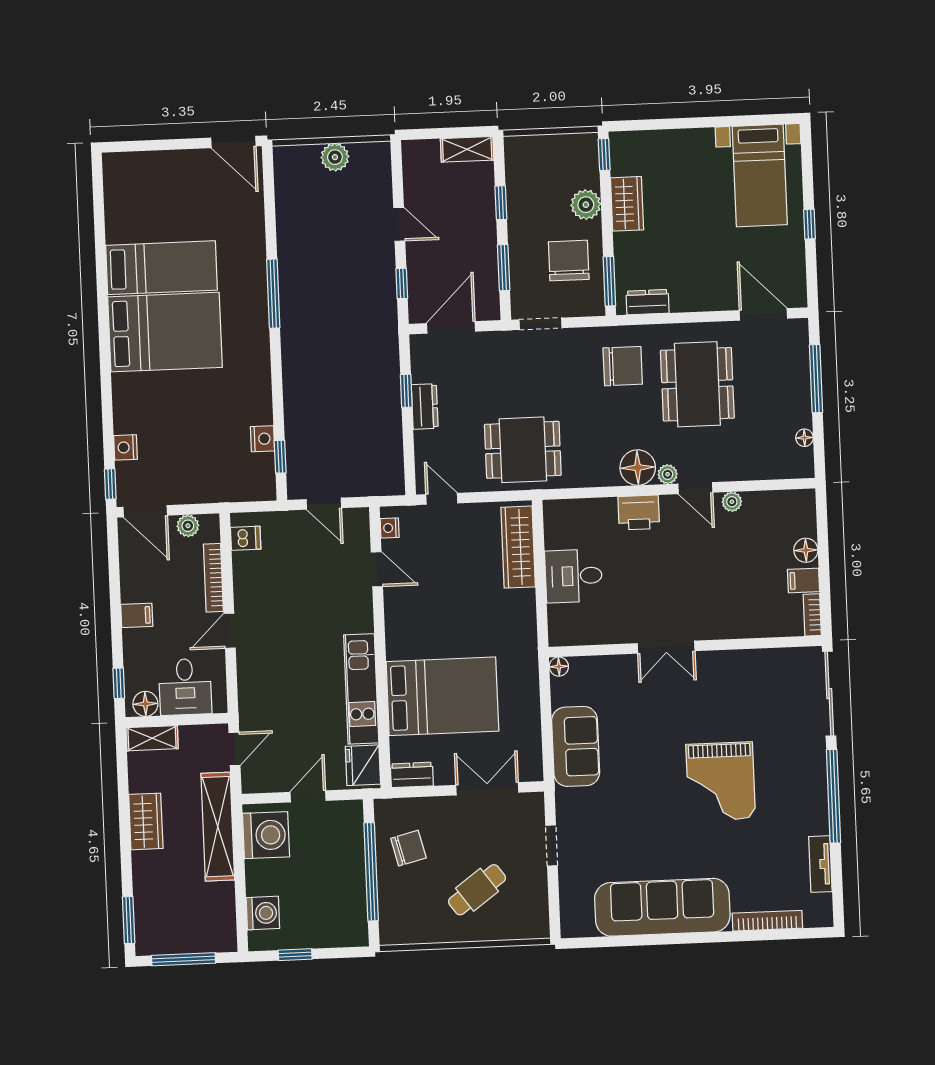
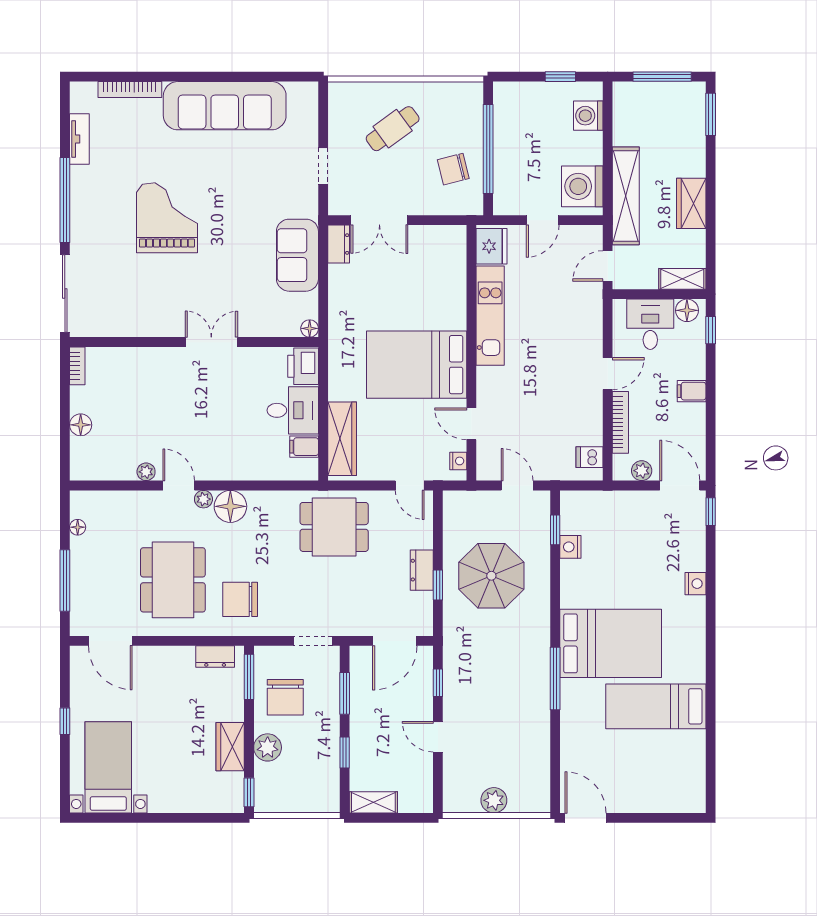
bed: (165, 332) -> (611, 643), moved, turned 180
parasol: (348, 403) -> (491, 576), added
nightstand: (125, 447) -> (695, 584), moved
printer: (639, 513) -> (303, 366), moved, turned -90
filing cabinet: (804, 580) -> (304, 447), moved, turned 180
bed: (442, 696) -> (417, 365), moved
dresser: (412, 775) -> (339, 244), moved, turned -90

